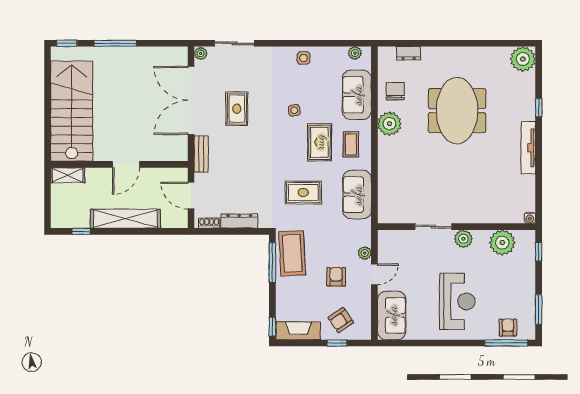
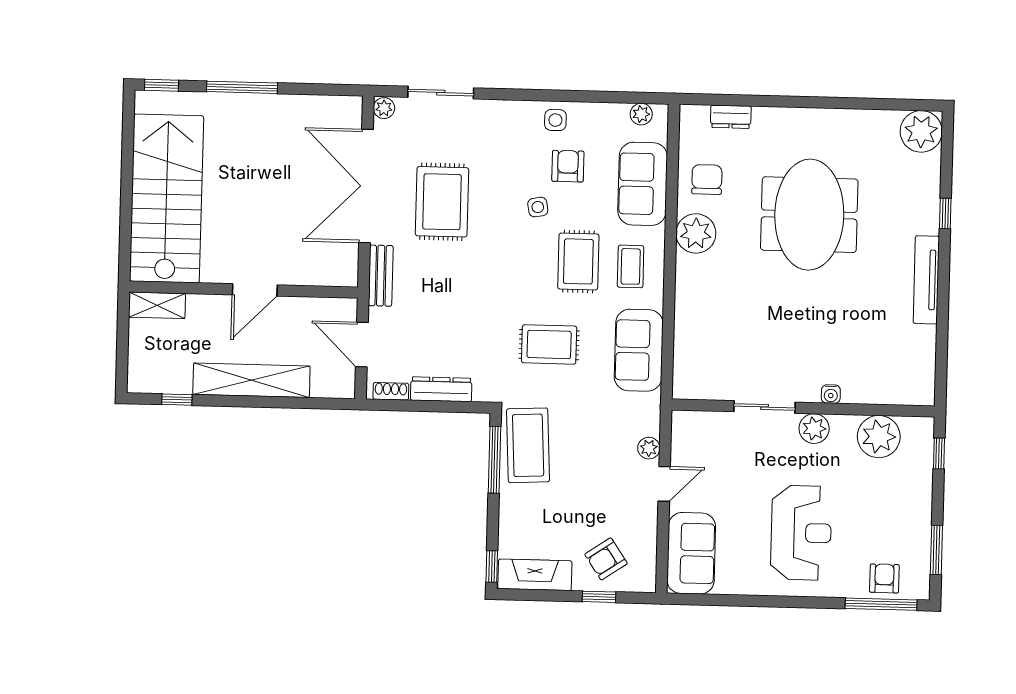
rug: (237, 109) -> (442, 202), width x1.36, depth x1.43
water cooler: (530, 218) -> (831, 394), moved
armchair: (336, 277) -> (568, 166), moved

